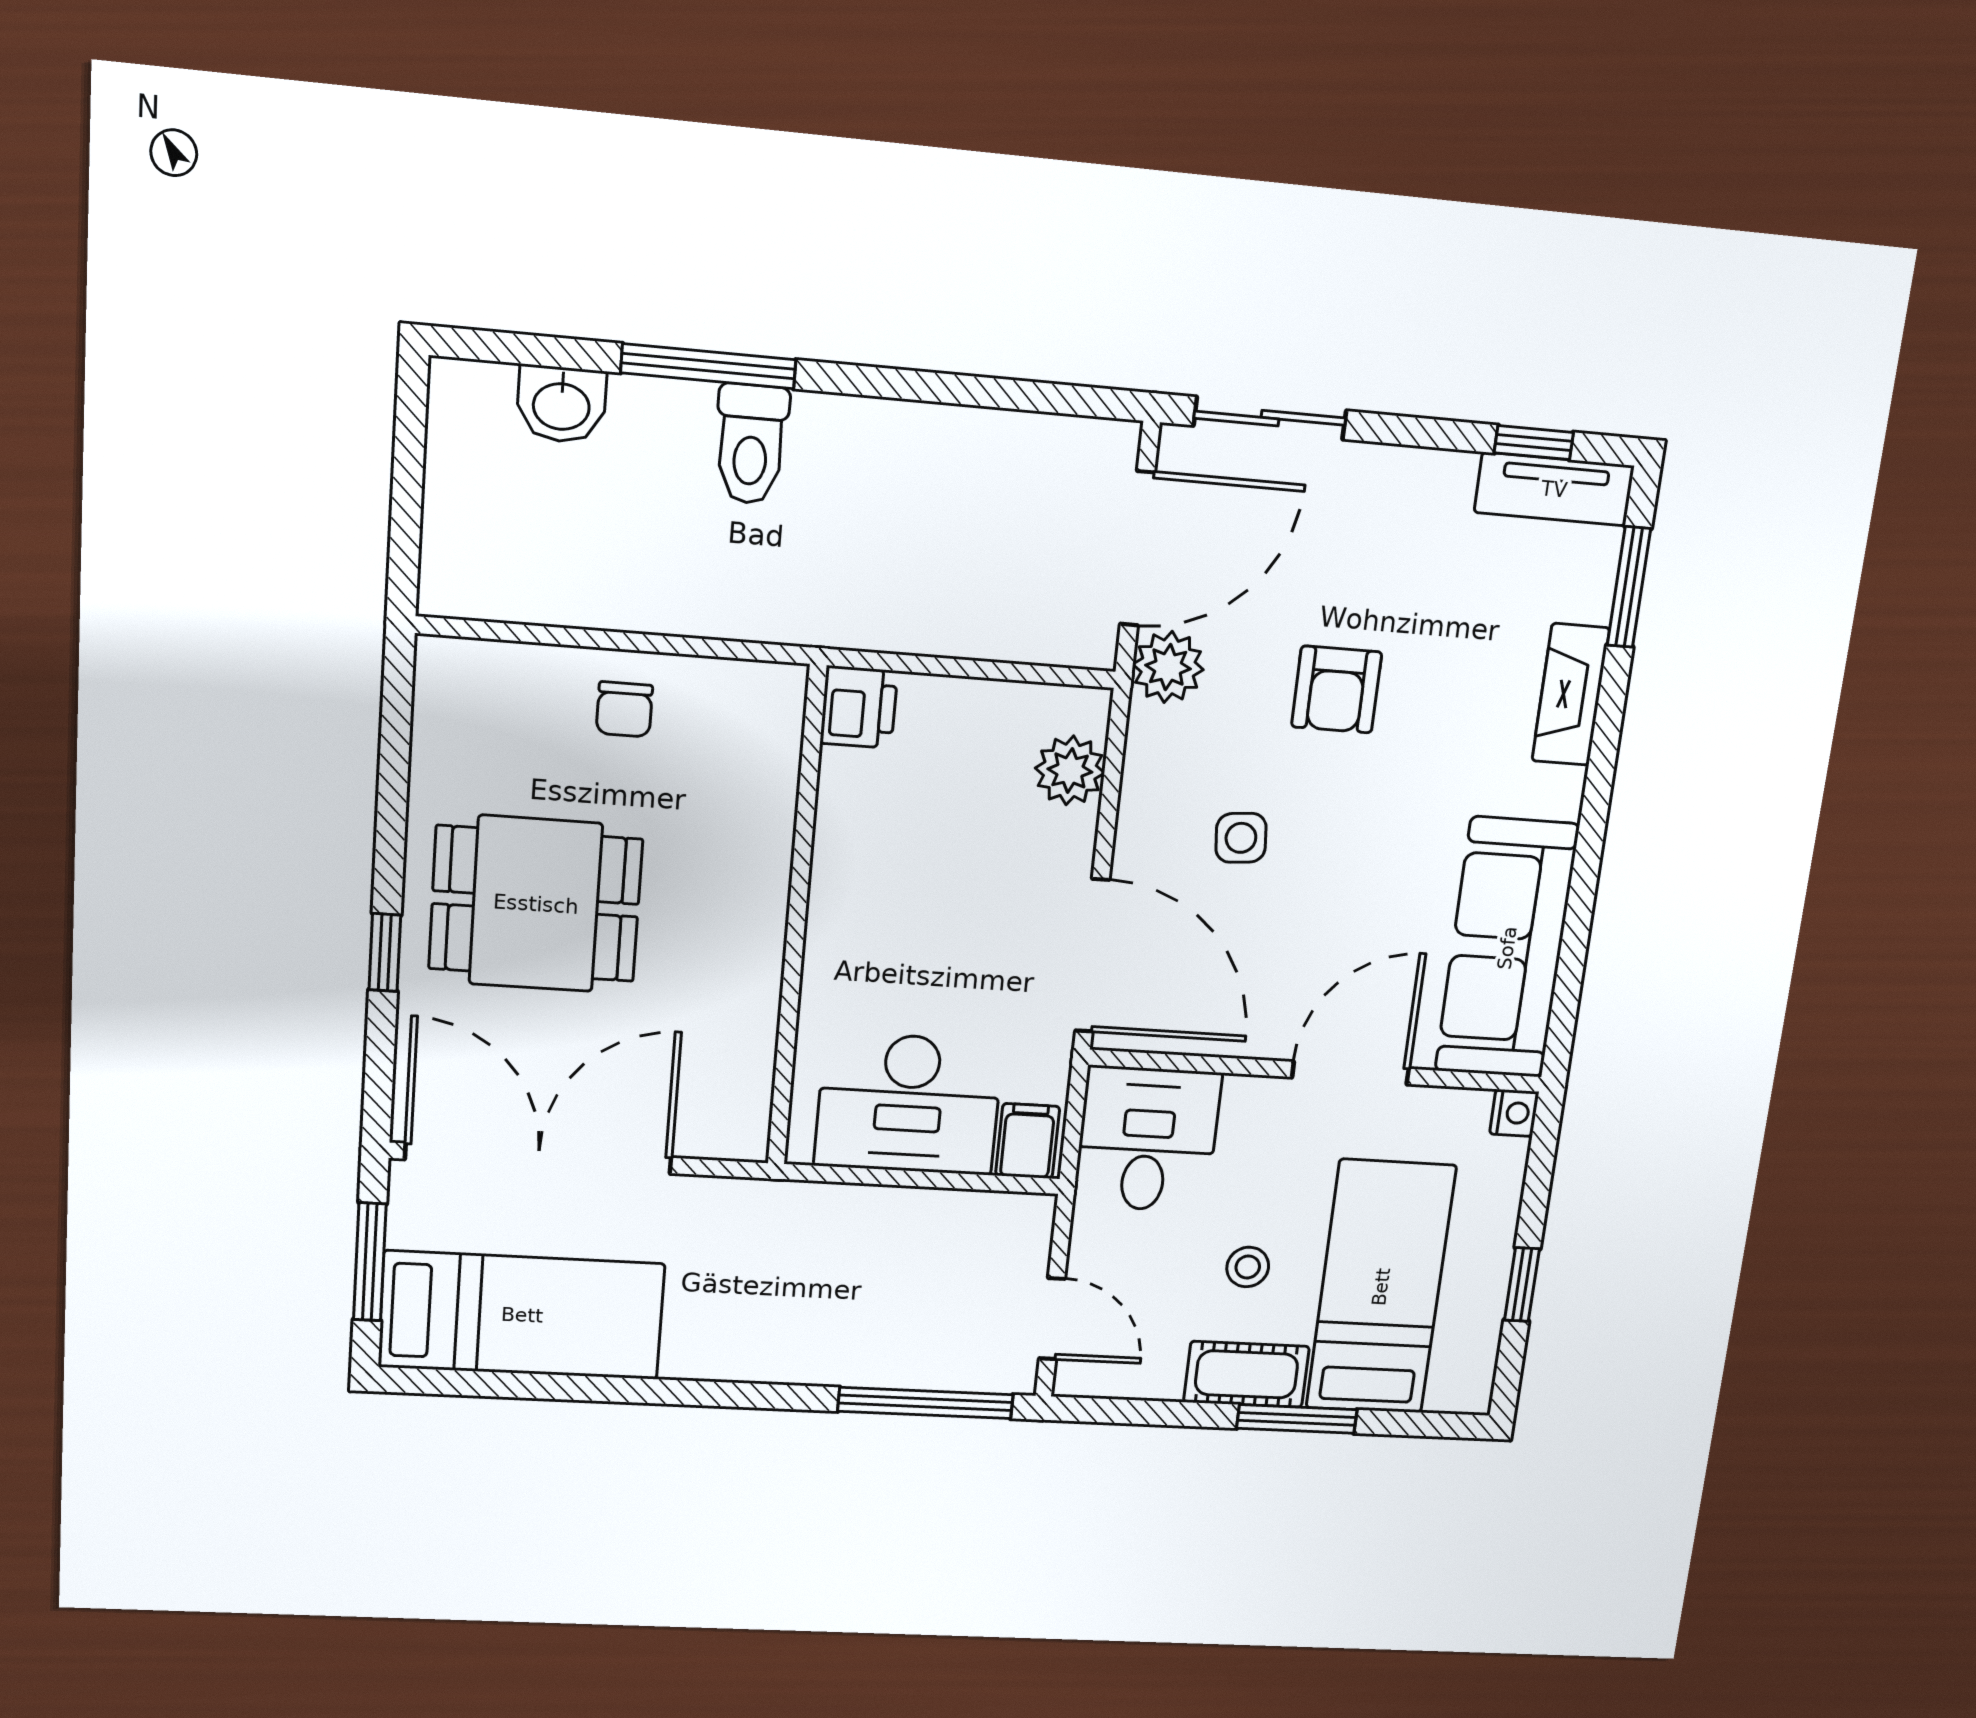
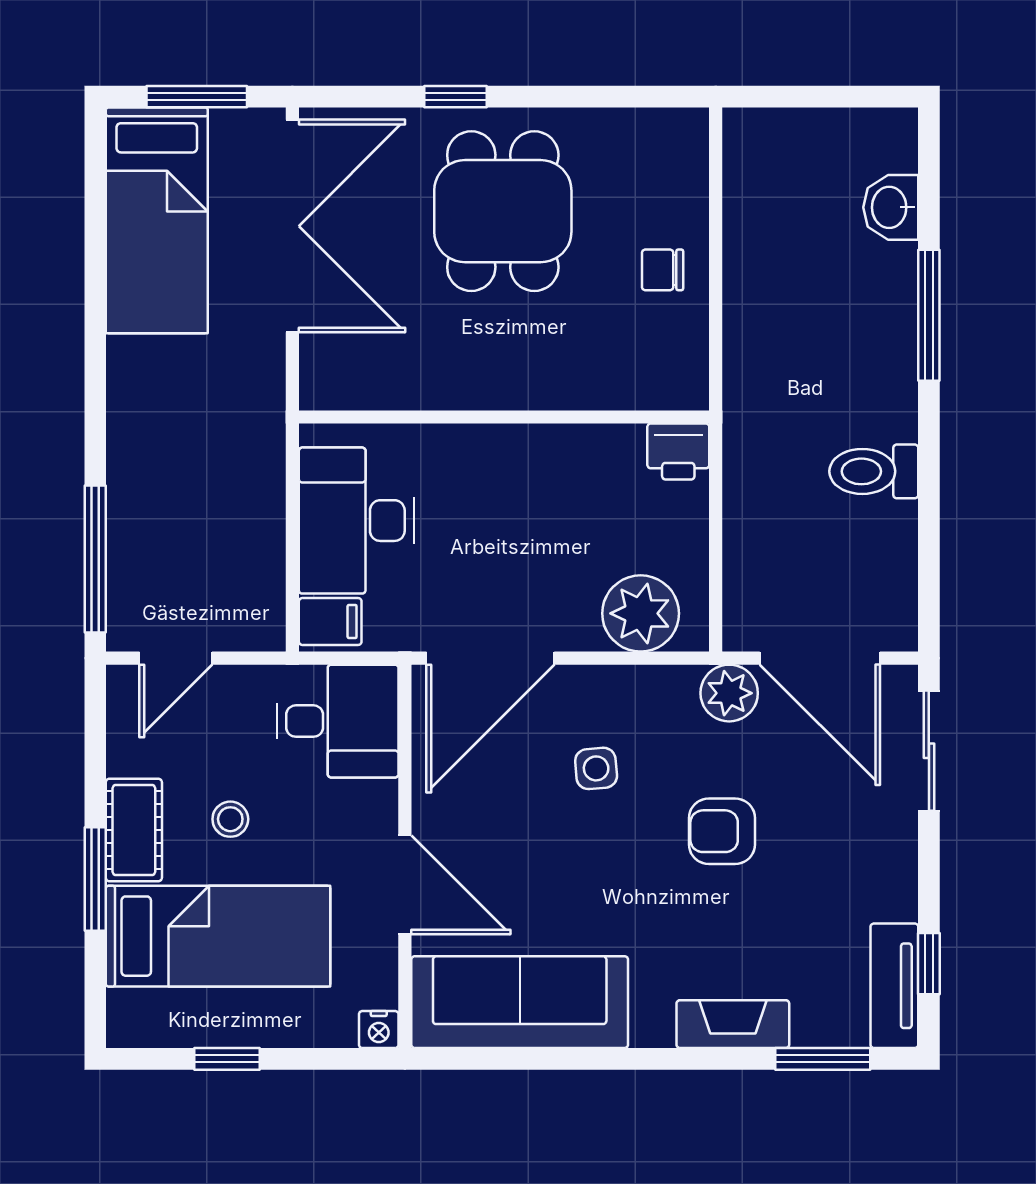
toilet: (751, 444) -> (874, 471), moved
plant: (1070, 770) -> (641, 613), width x1.36, depth x1.36

